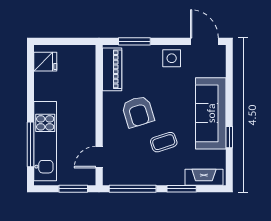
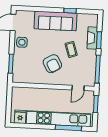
piano: (112, 69) -> (27, 78), removed
armchair: (138, 112) -> (52, 64), turned 77
kitchen unit: (45, 141) -> (58, 119), width x1.36
door: (99, 157) -> (78, 88), hinge flipped
fireplace: (204, 177) -> (92, 38), moved

